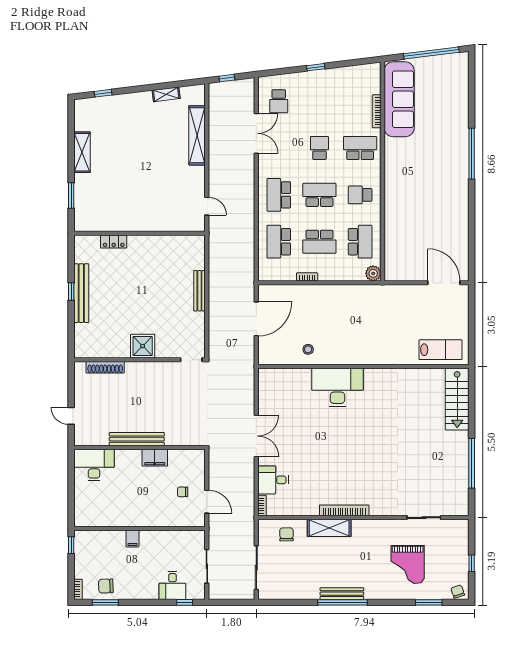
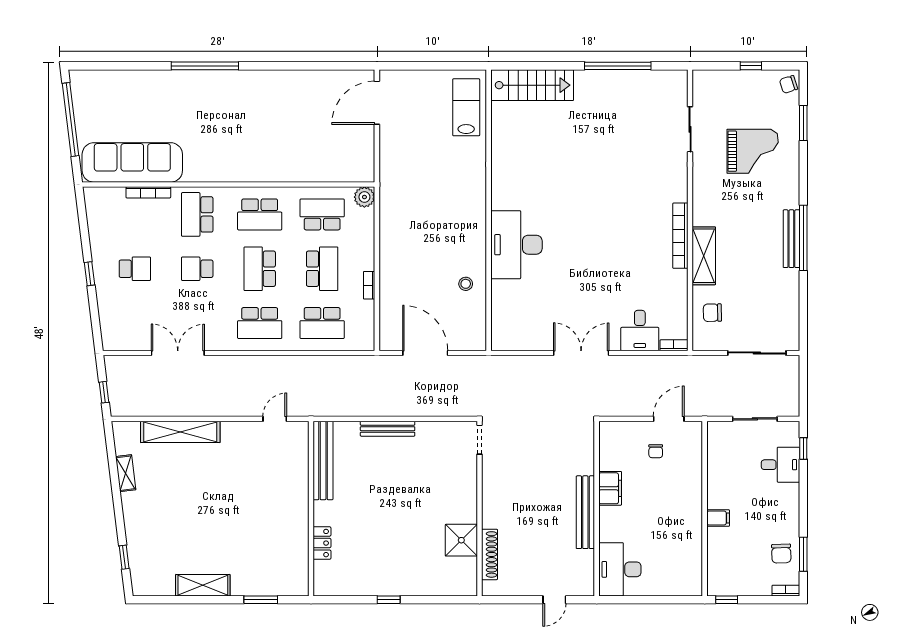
school desk: (279, 101) -> (135, 269), moved
school desk: (360, 195) -> (260, 214), width x1.85
bench: (81, 293) -> (323, 460), moved, turned 90
shower: (143, 346) -> (461, 540), moved

